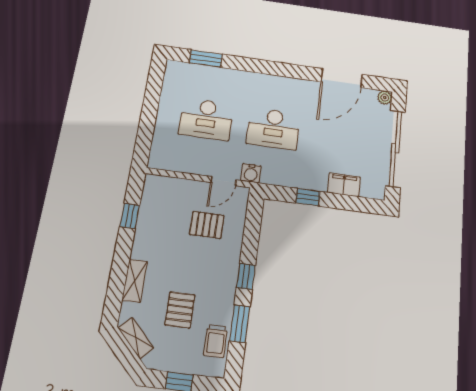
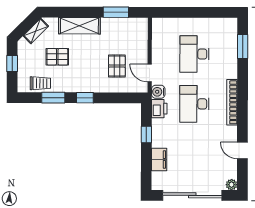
door: (342, 78) -> (242, 151), width x0.53
bookcase: (277, 82) -> (232, 102), added
printer: (274, 175) -> (159, 109), added
window: (130, 216) -> (116, 12), width x1.50
shelving: (135, 281) -> (79, 26), width x1.50, depth x1.33
trolley: (216, 341) -> (40, 83), turned 180

